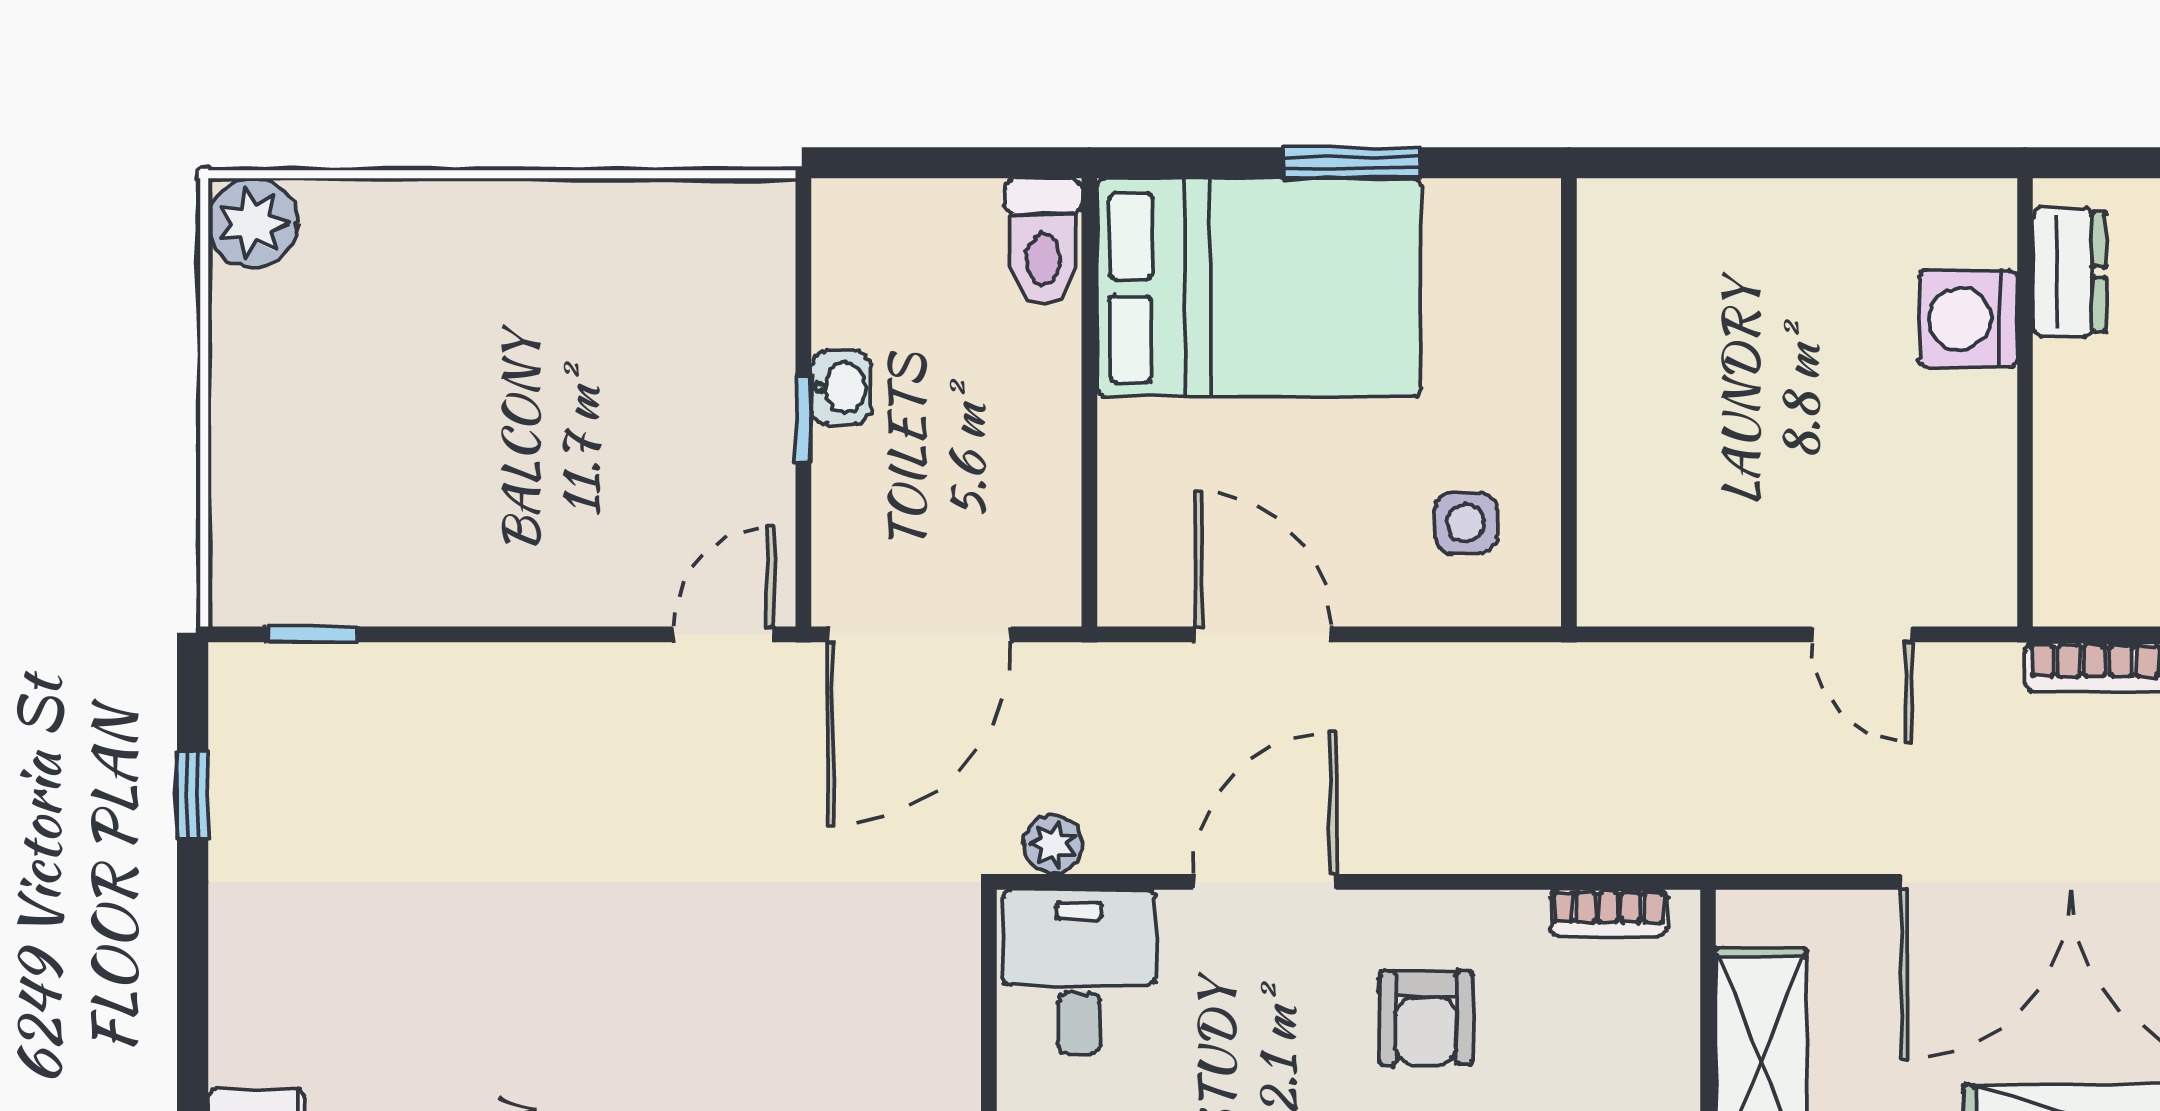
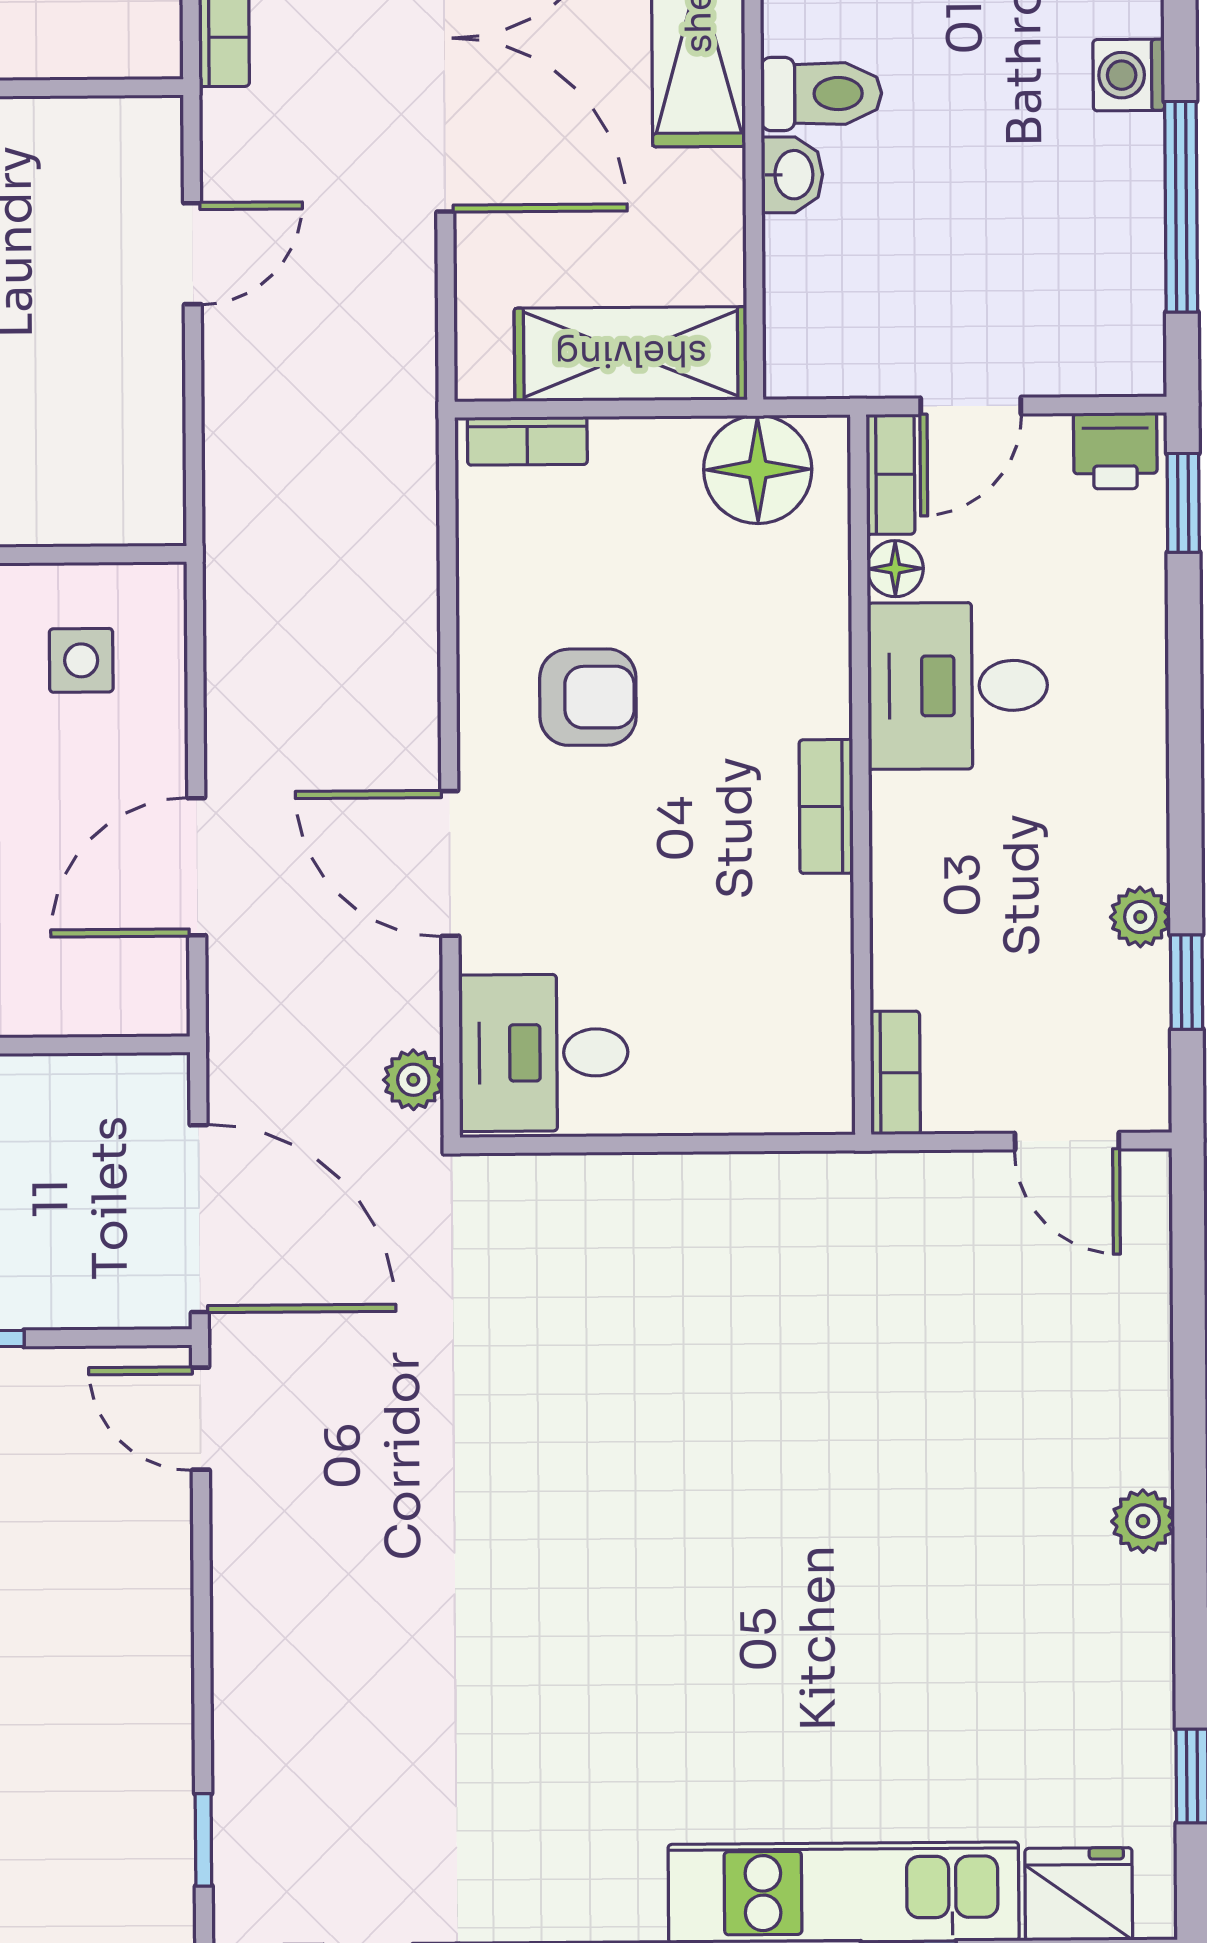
bookcase: (1608, 913) -> (527, 441), moved, turned 90

